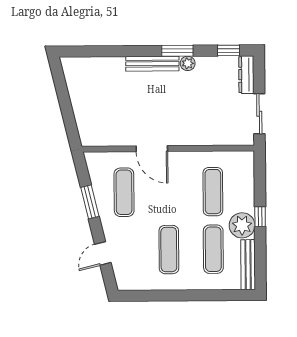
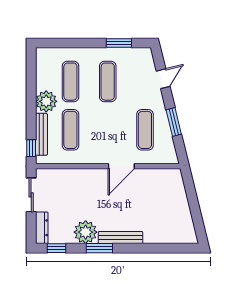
plant: (188, 63) -> (86, 232), width x1.88, depth x1.88
door: (152, 149) -> (121, 166), swing flipped
window: (260, 217) -> (31, 148), moved
bench: (248, 265) -> (41, 134), moved
window: (156, 296) -> (119, 43), added

